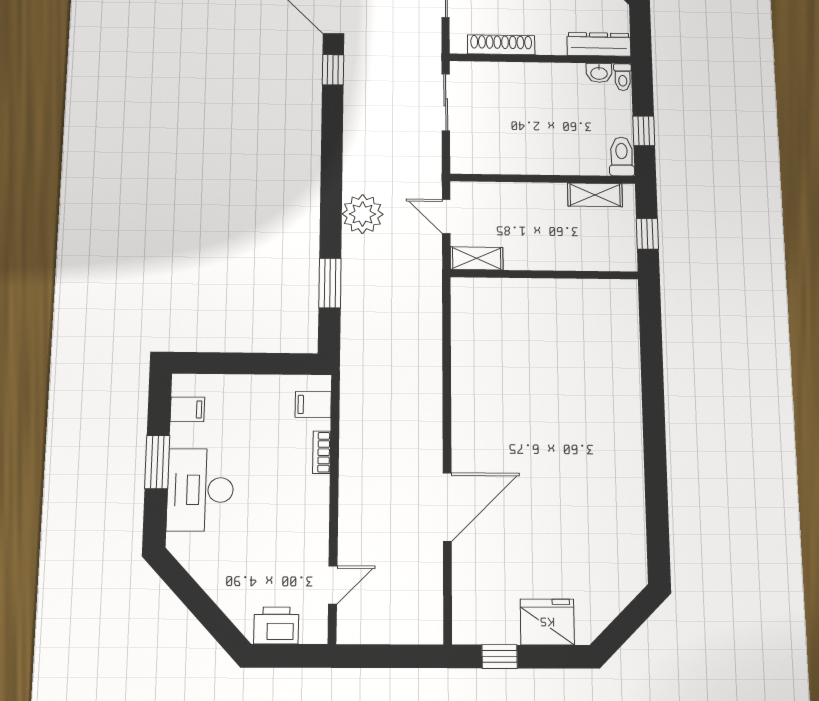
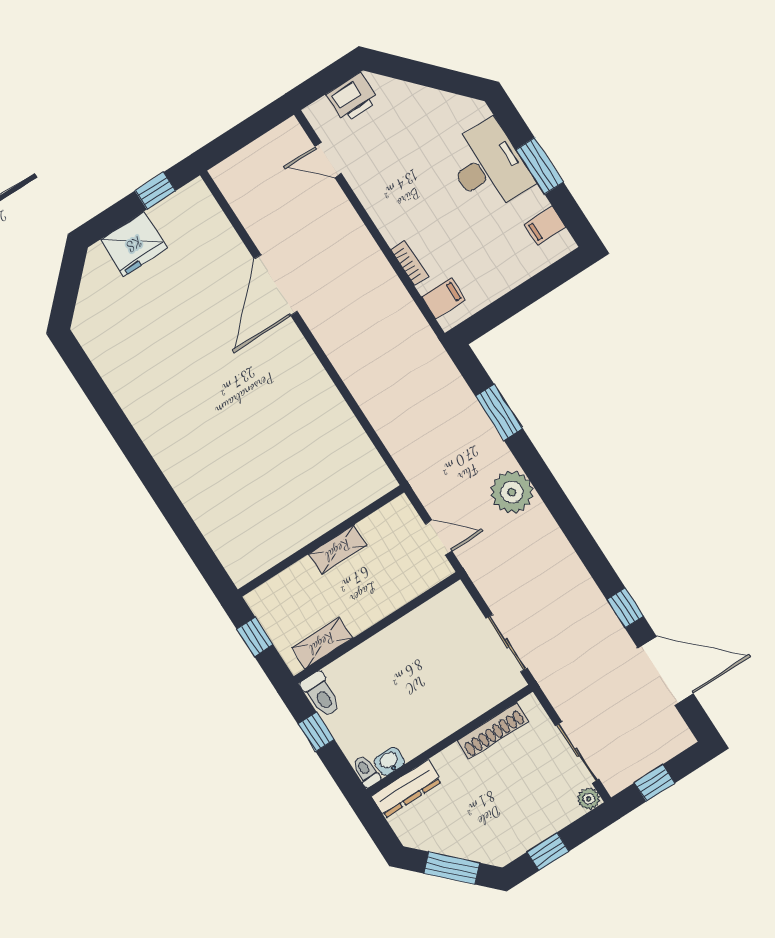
shelving: (477, 258) -> (338, 550), moved
door: (333, 585) -> (328, 160), hinge flipped

